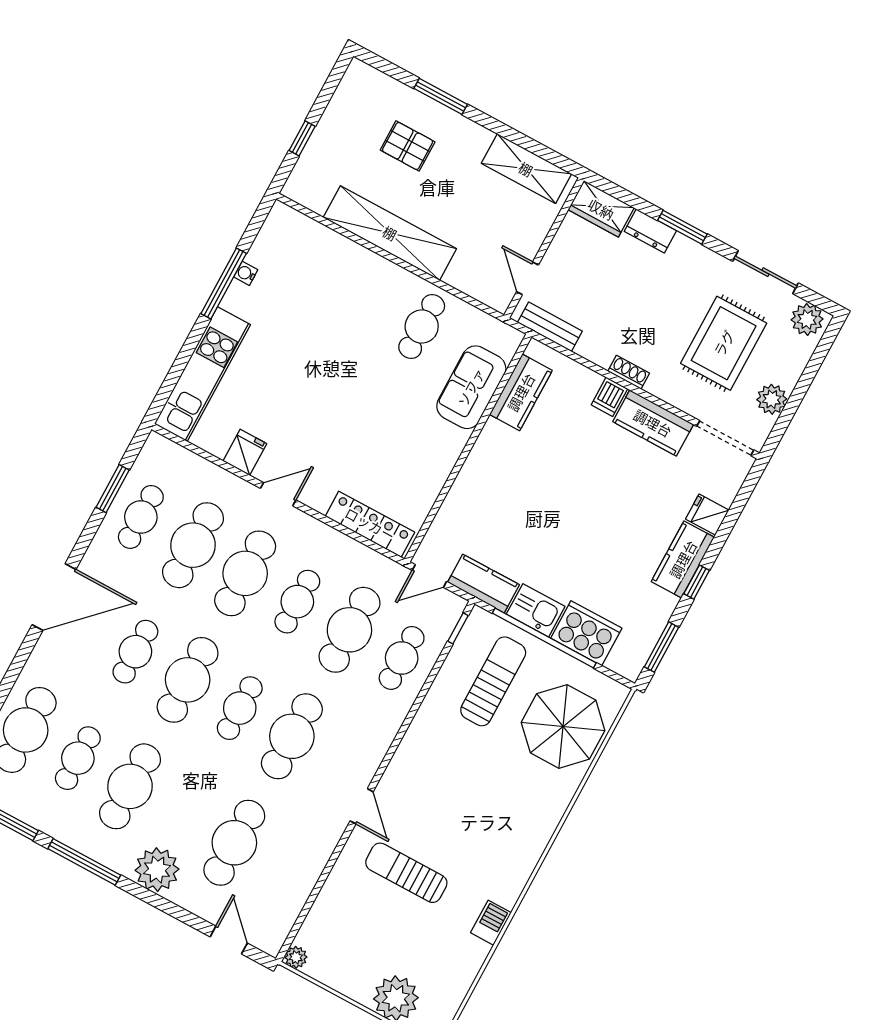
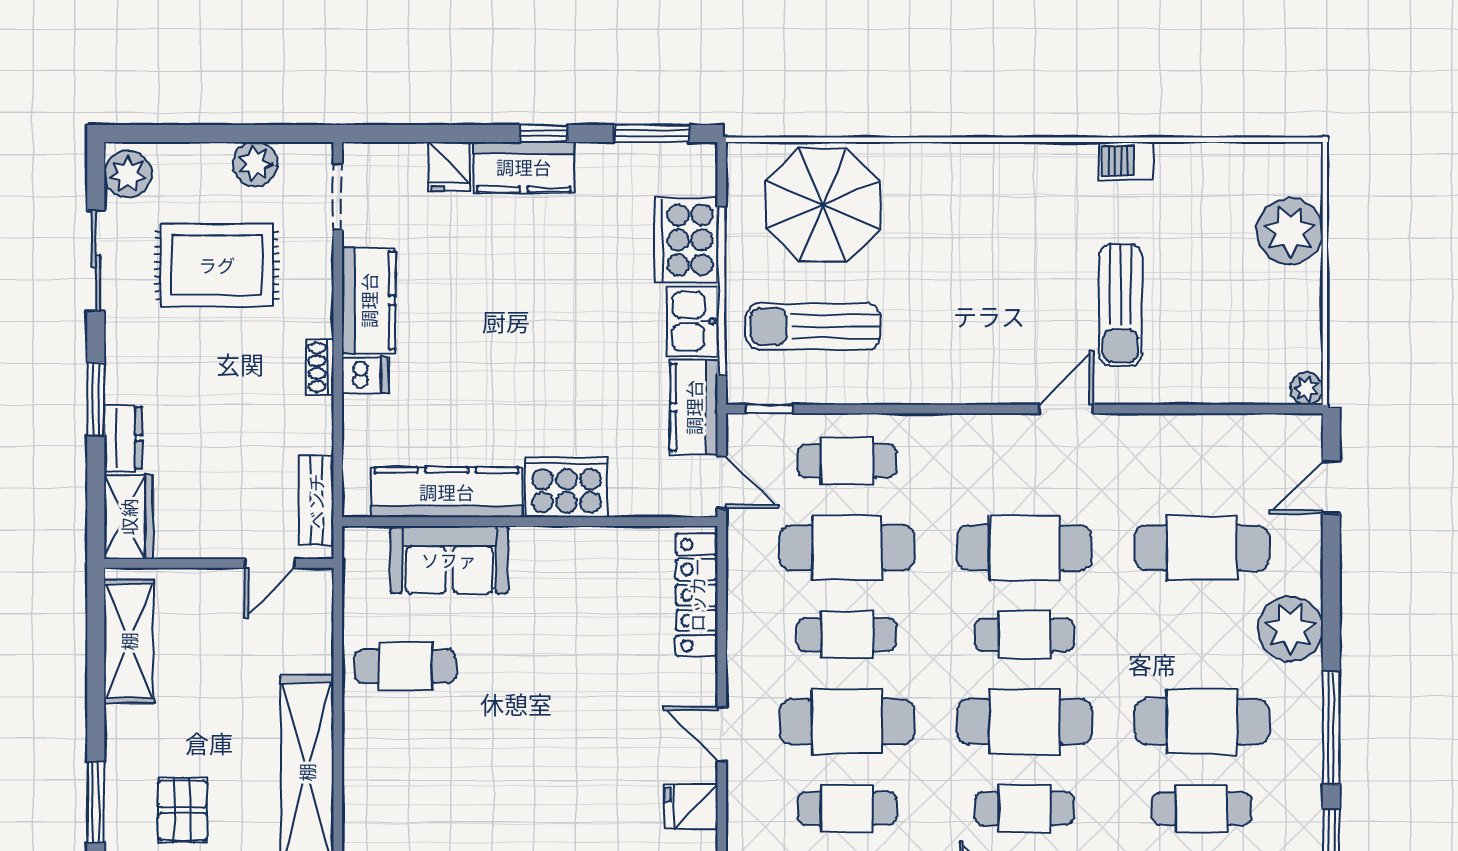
kitchen counter: (521, 392) -> (447, 492), width x1.50
doorway: (725, 438) -> (338, 197), width x0.73
cooker: (477, 481) -> (567, 487), added
cafe table: (193, 545) -> (847, 809), width x0.73, depth x0.74

